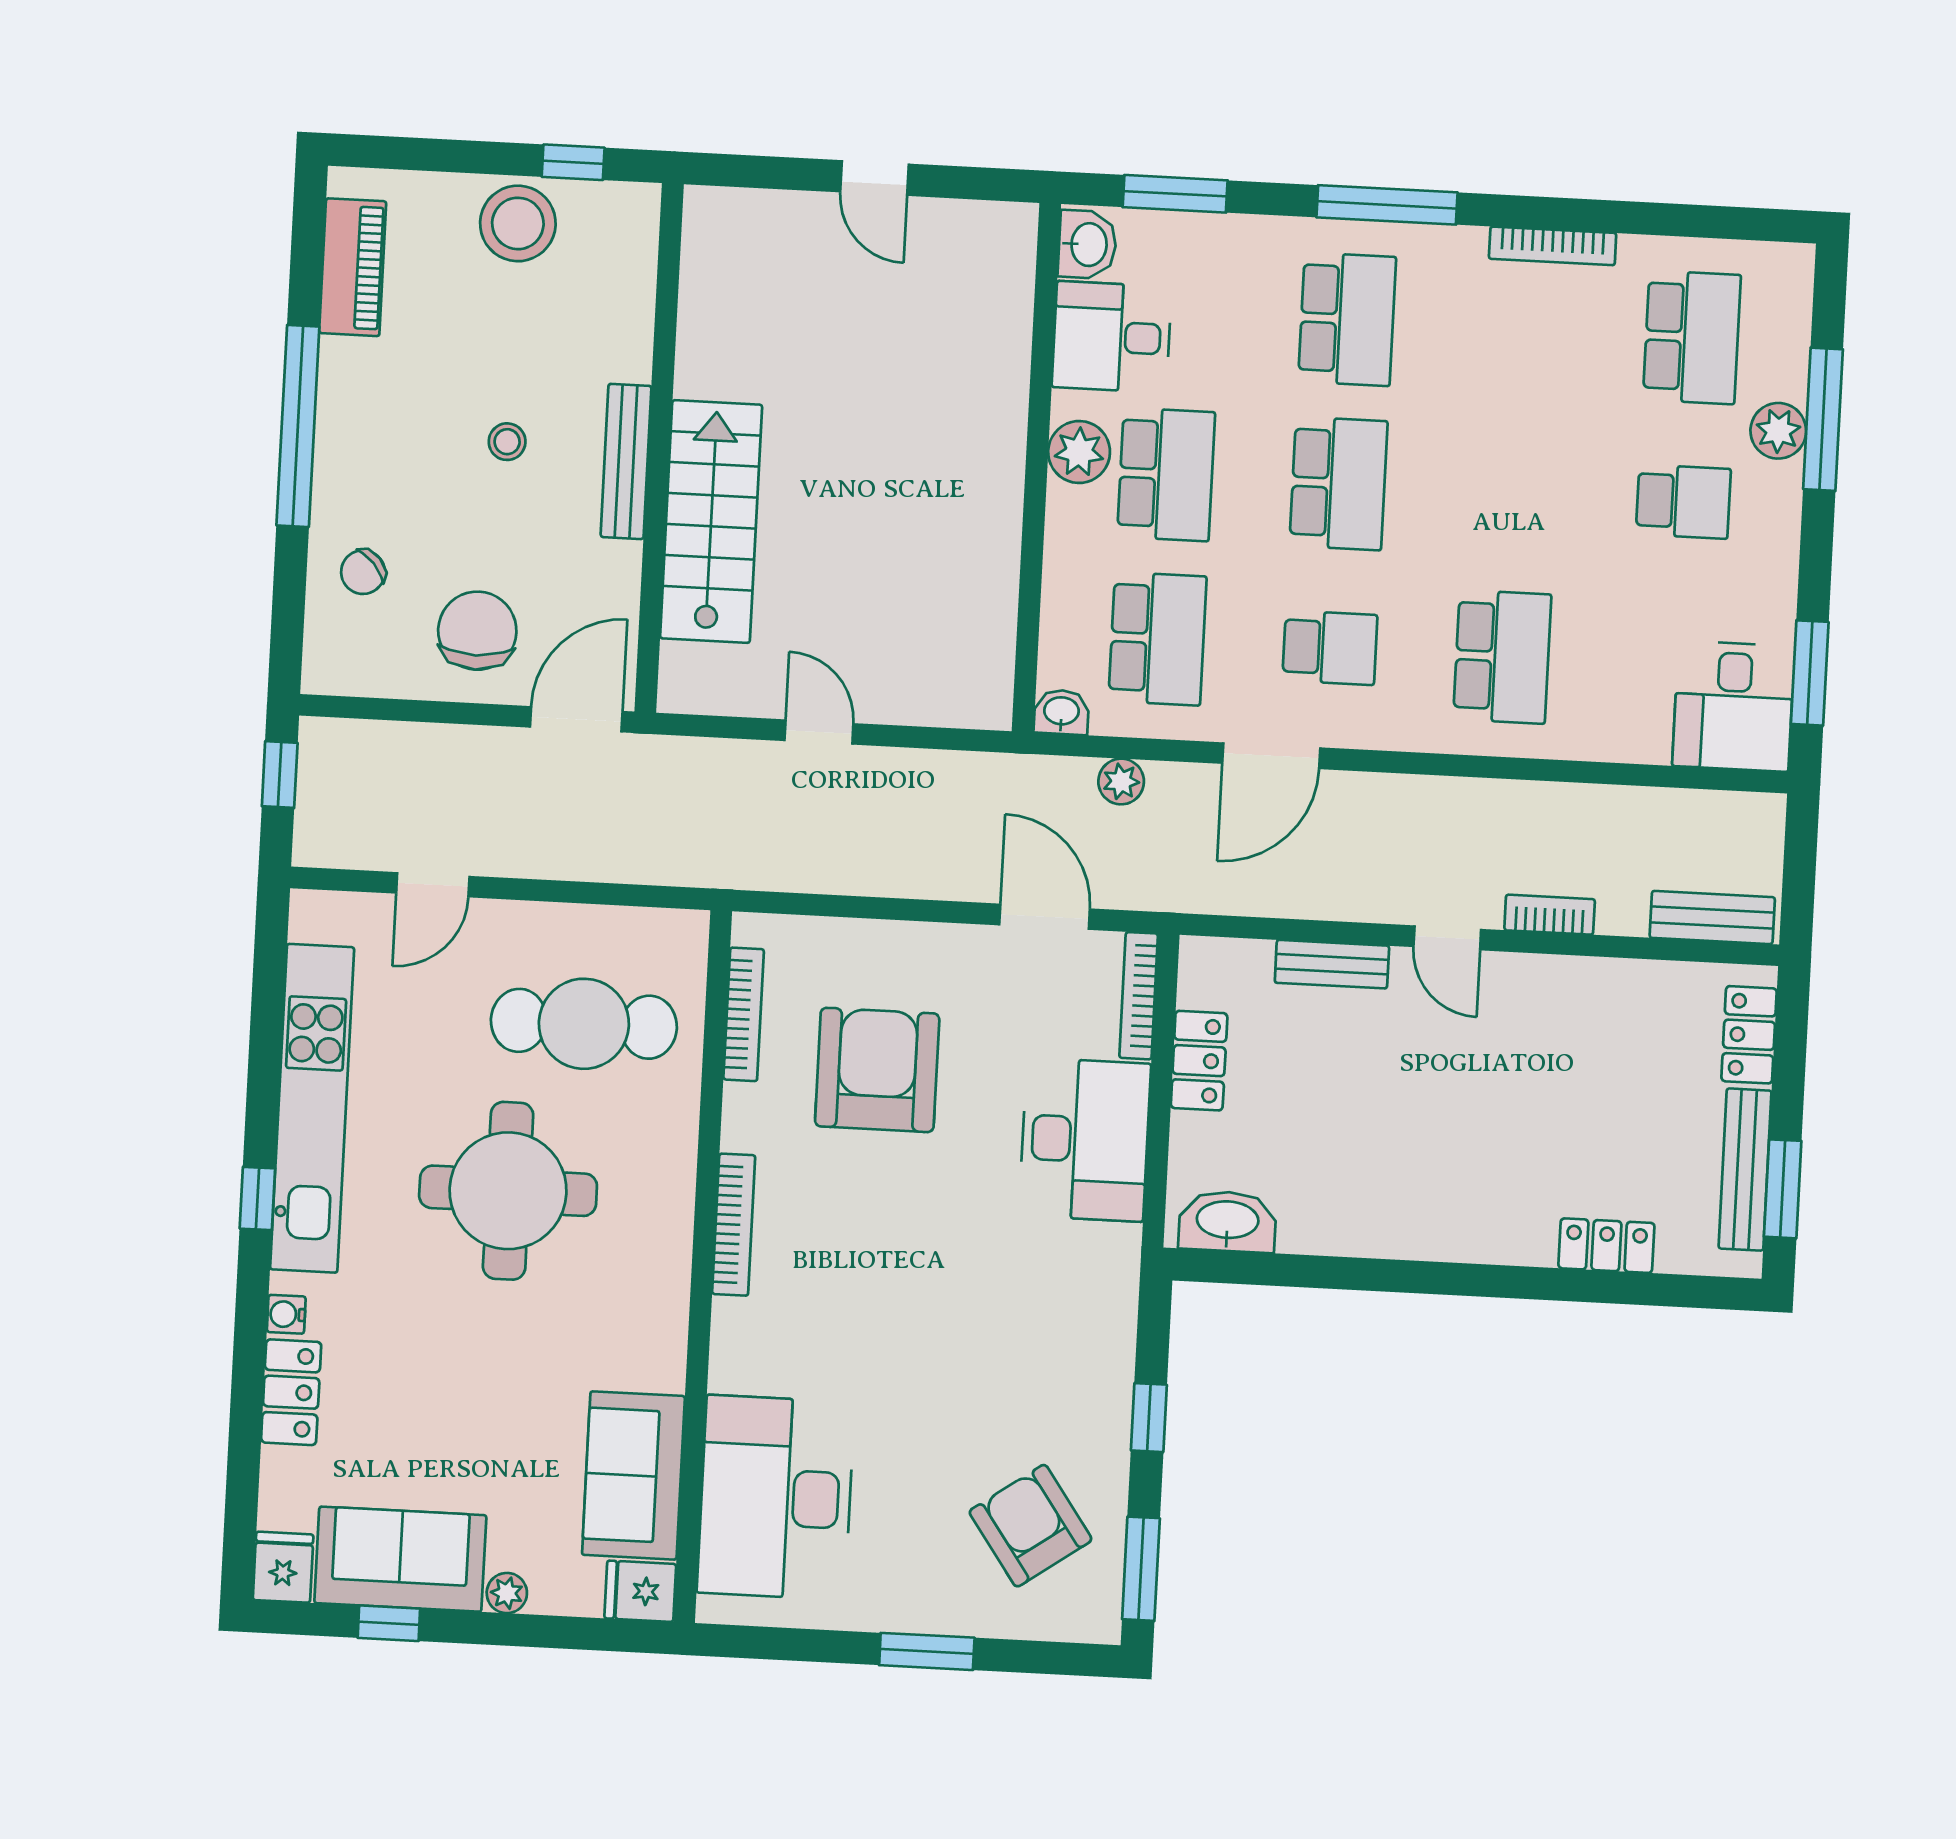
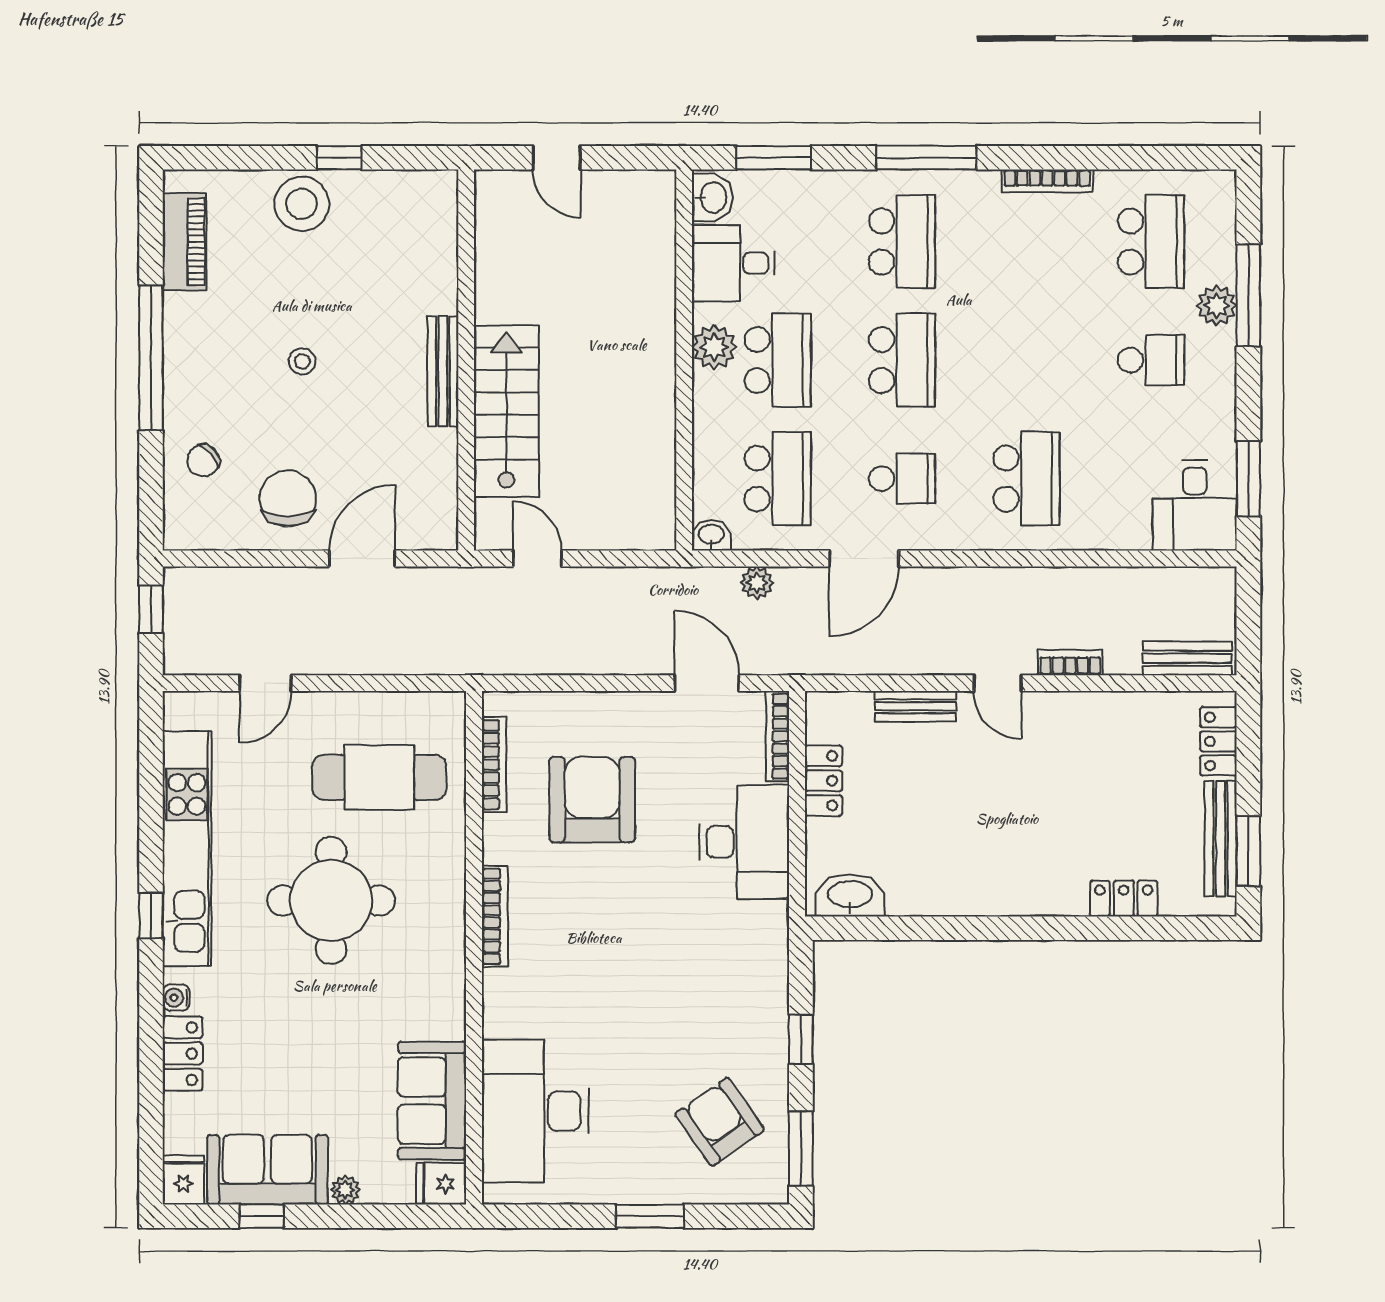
wall: (659, 448) -> (466, 360), moved
bench: (626, 461) -> (443, 371), moved
stairs: (711, 521) -> (506, 411), moved

